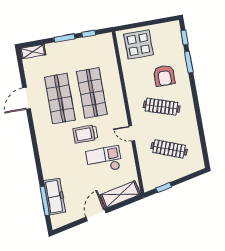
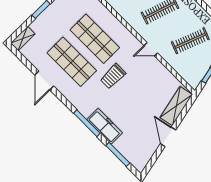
window: (37, 158) -> (87, 123), added
checkout: (104, 160) -> (143, 87), removed
freezer: (55, 197) -> (105, 126), moved

